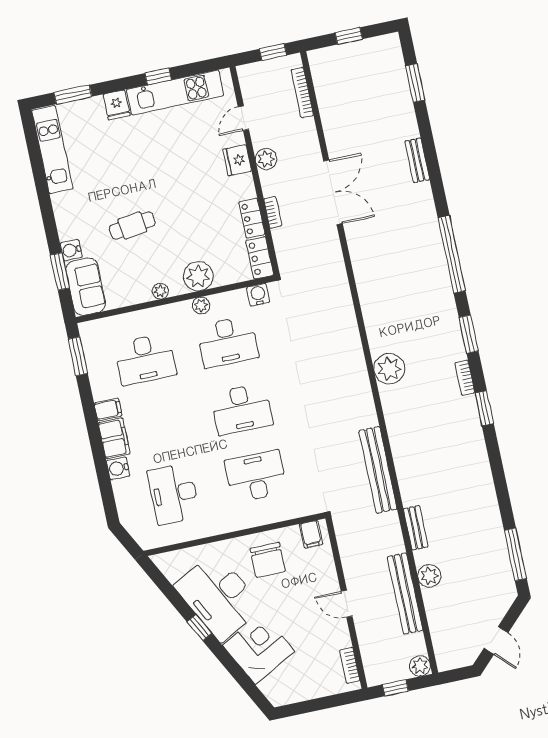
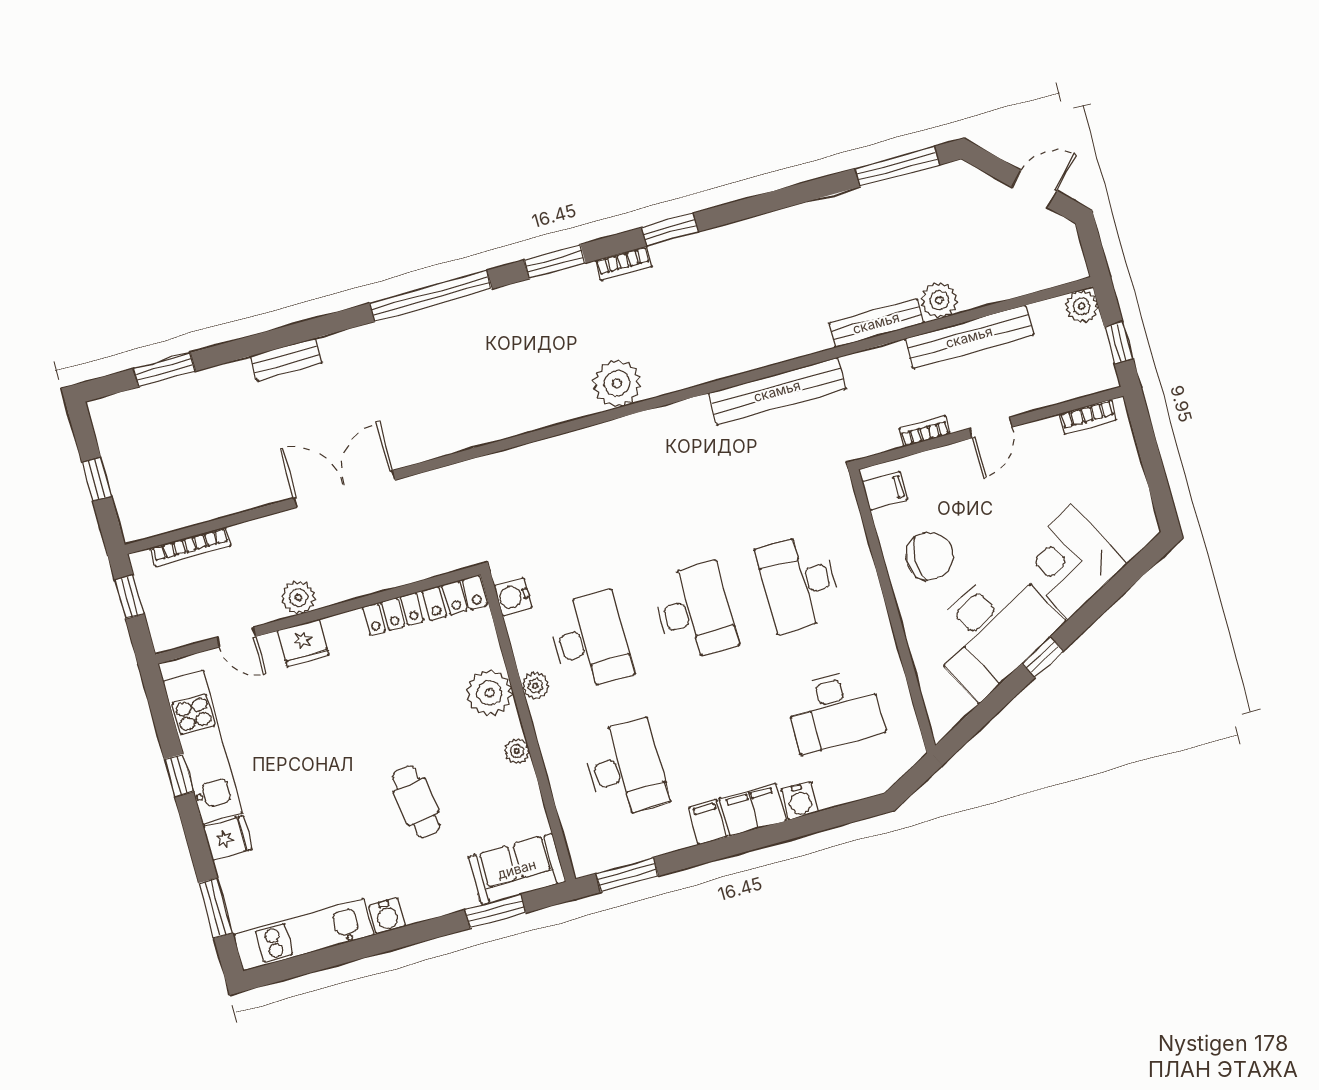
bookcase: (273, 212) -> (924, 431), moved
water cooler: (71, 250) -> (387, 916), moved
bench: (416, 528) -> (876, 323), width x1.36

